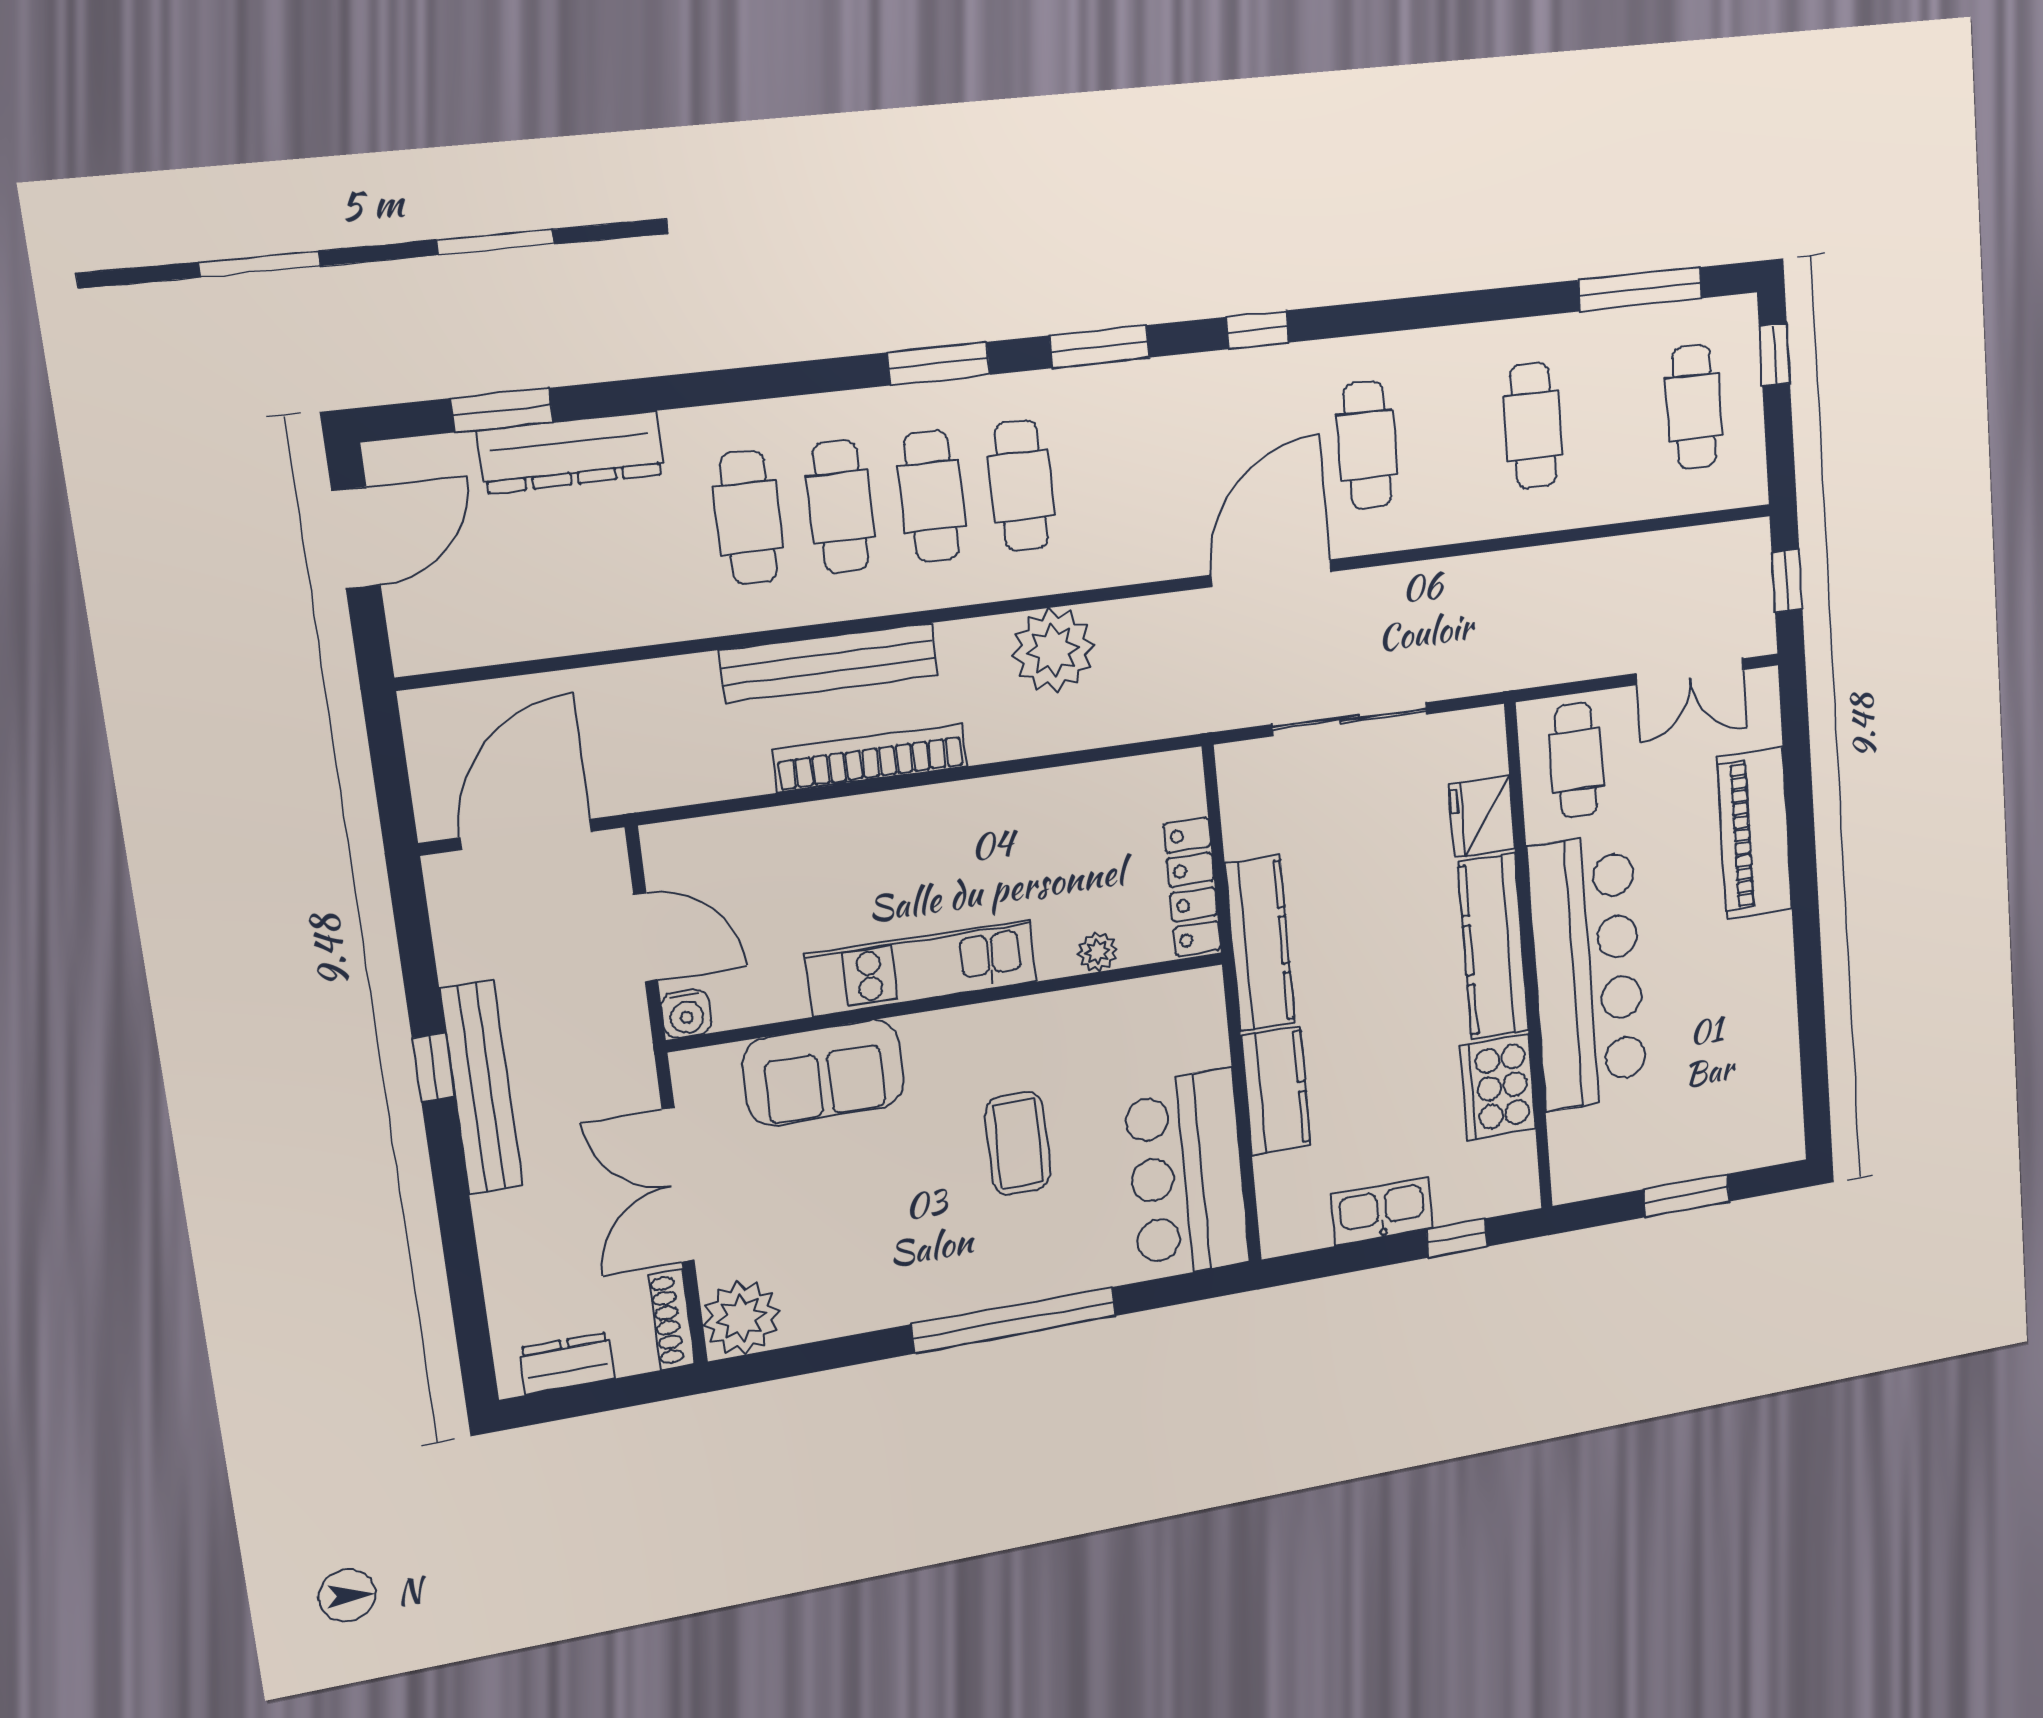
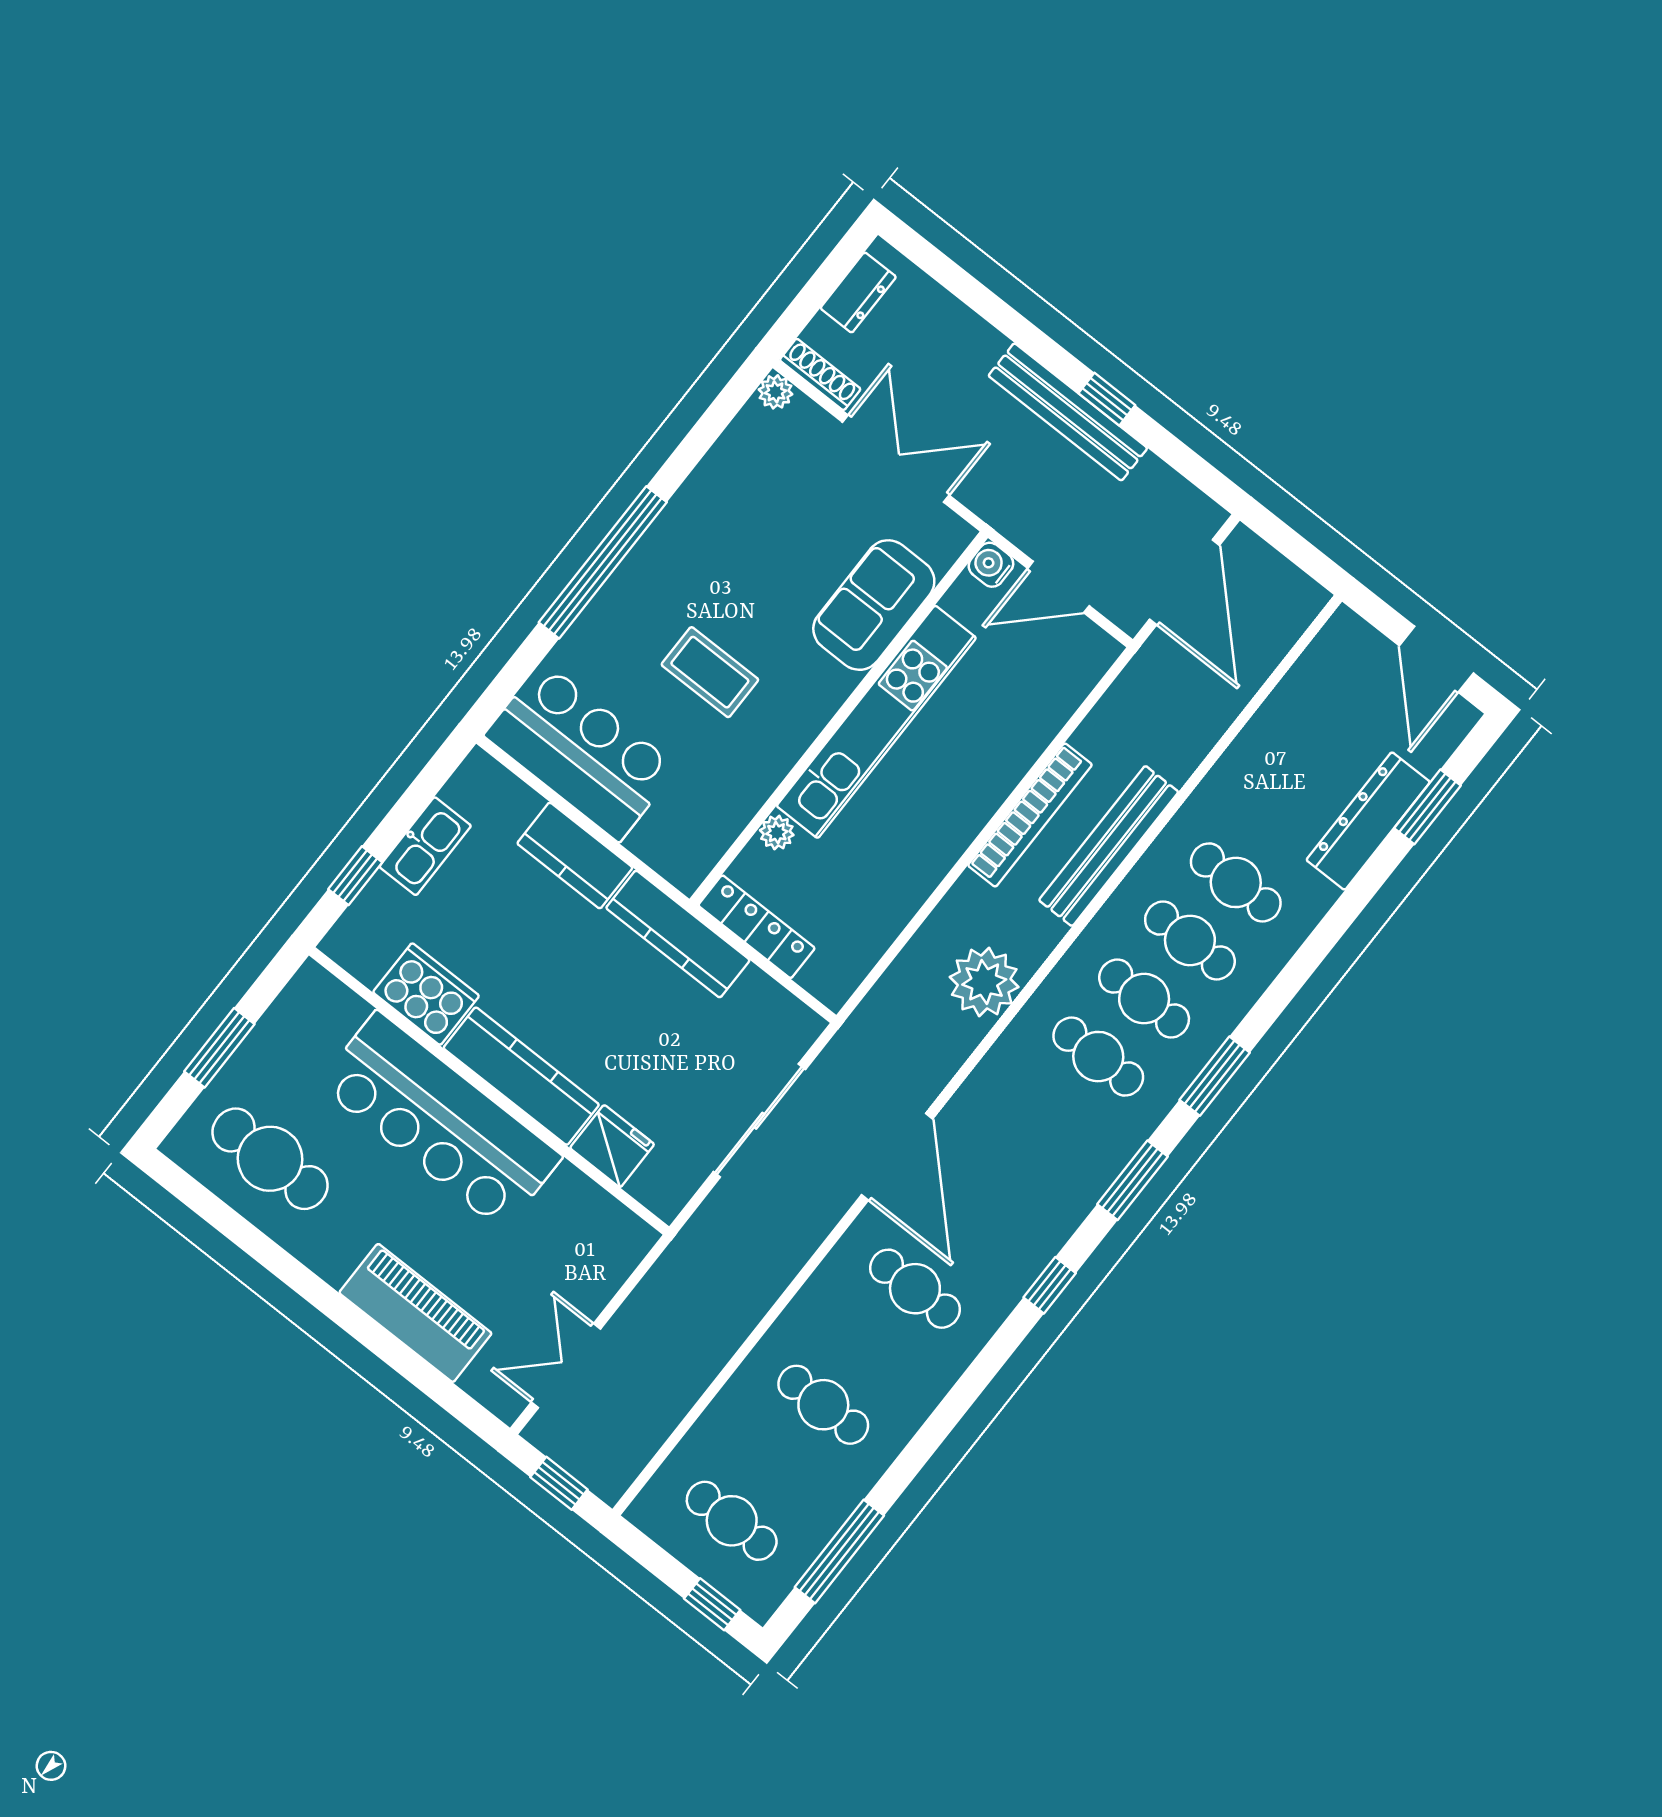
cafe table: (1576, 760) -> (270, 1159), moved, width x1.37, depth x1.35
kitchen unit: (921, 968) -> (876, 722), width x1.36
plant: (741, 1318) -> (775, 392), width x0.53, depth x0.53

